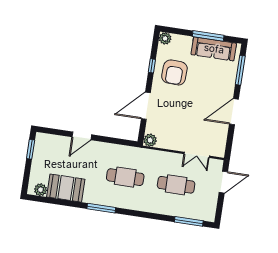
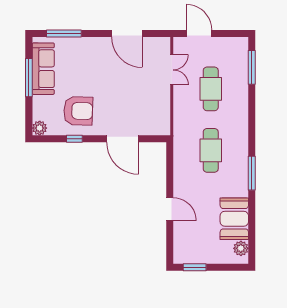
door: (234, 112) -> (127, 33), moved
plant: (150, 140) -> (163, 128), removed

